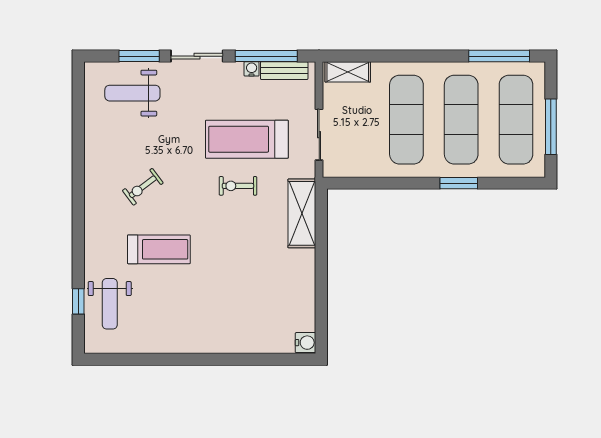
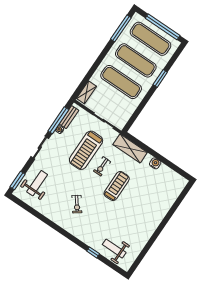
window: (139, 56) -> (17, 181), moved
weight bench: (132, 93) -> (37, 183), turned 180
window: (551, 127) -> (163, 27), width x1.46
treadmill: (159, 249) -> (117, 186), moved
window: (78, 301) -> (93, 252), moved
weight bench: (110, 304) -> (114, 249), turned 180
water cooler: (306, 343) -> (155, 163), moved

